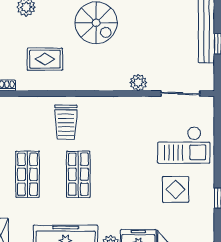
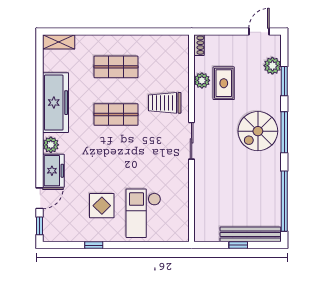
plant: (138, 82) -> (202, 80), moved
sliding door: (180, 94) -> (192, 141), moved

